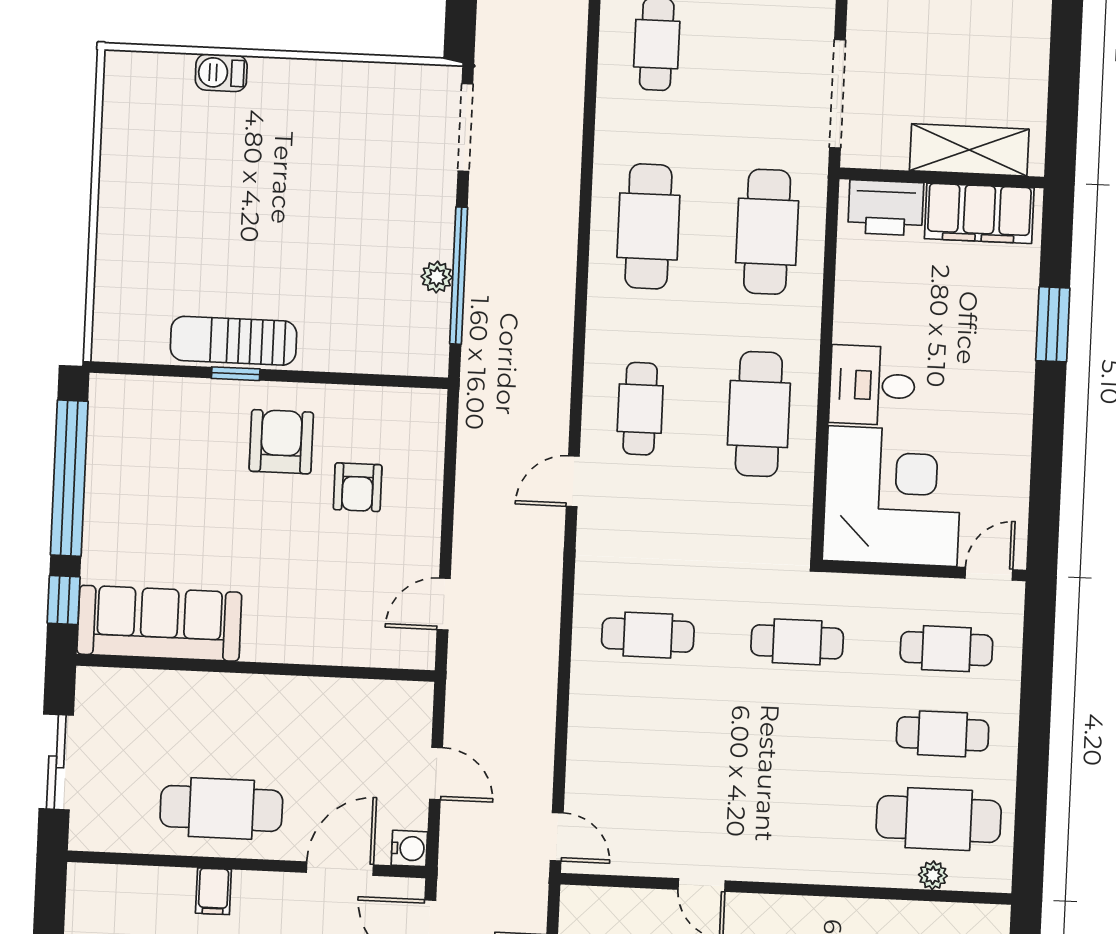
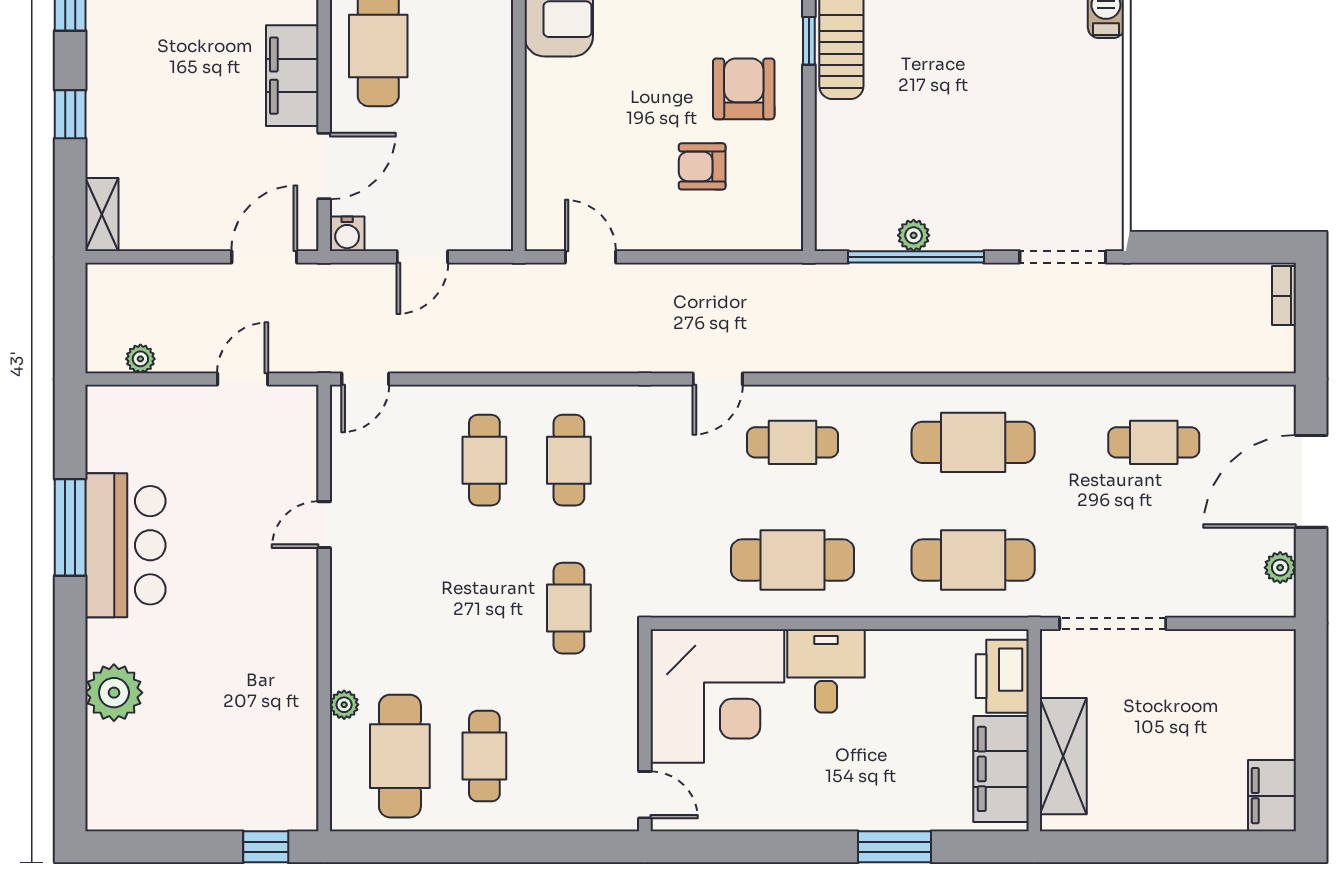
armchair: (281, 442) -> (744, 89), turned -90
door: (573, 481) -> (718, 379), swing flipped
cafe table: (946, 649) -> (484, 460), moved
door: (340, 869) -> (324, 166), hinge flipped
plant: (933, 875) -> (344, 705), moved
filing cabinet: (213, 891) -> (292, 76), width x3.00, depth x1.17

